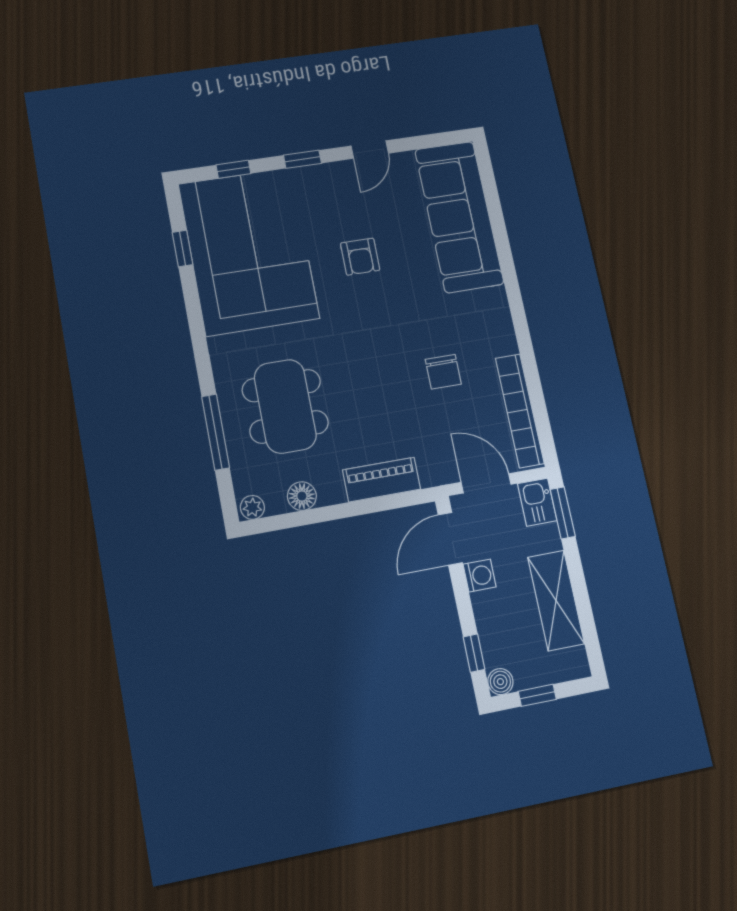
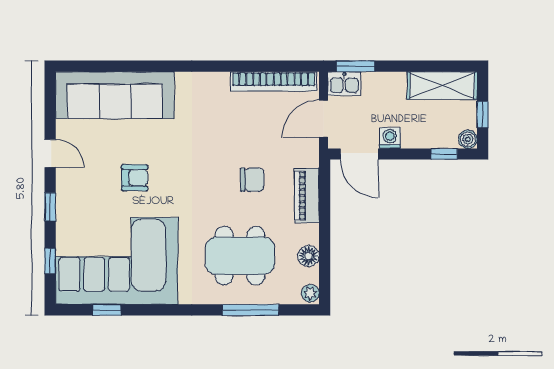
chair: (443, 372) -> (252, 180), moved
shelving: (556, 600) -> (442, 86), moved

